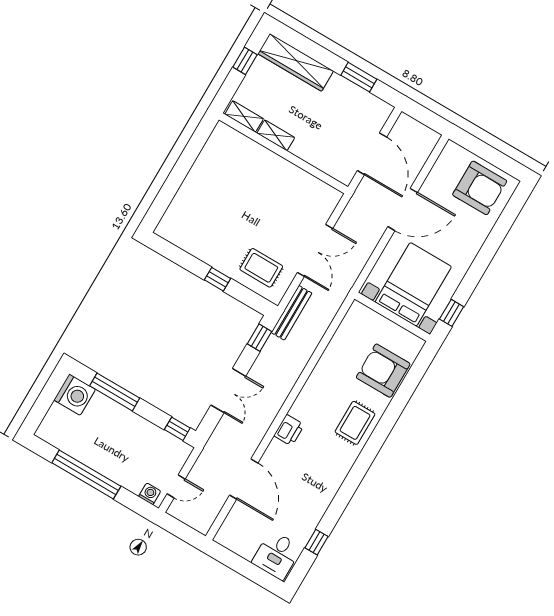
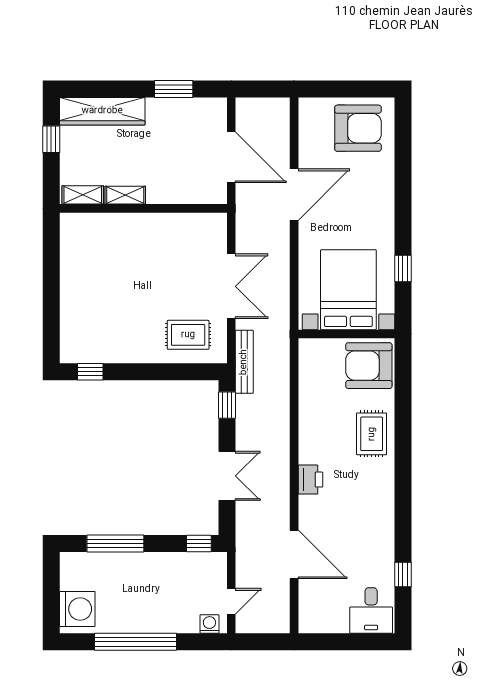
window: (218, 279) -> (90, 372), moved
bed with nightstands: (413, 284) -> (348, 290), moved
wall: (392, 317) -> (346, 334), moved
washing machine: (75, 395) -> (77, 609), moved

